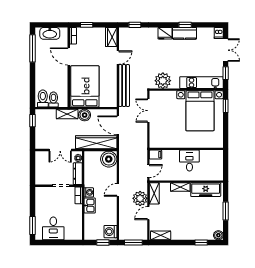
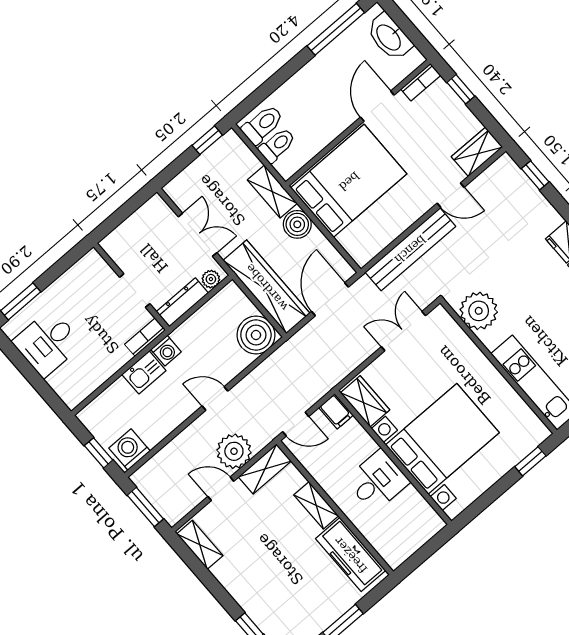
bed with nightstands: (200, 111) -> (442, 439), moved, turned 180
wardrobe: (160, 142) -> (365, 401), added
double door: (60, 150) -> (198, 235), swing flipped

